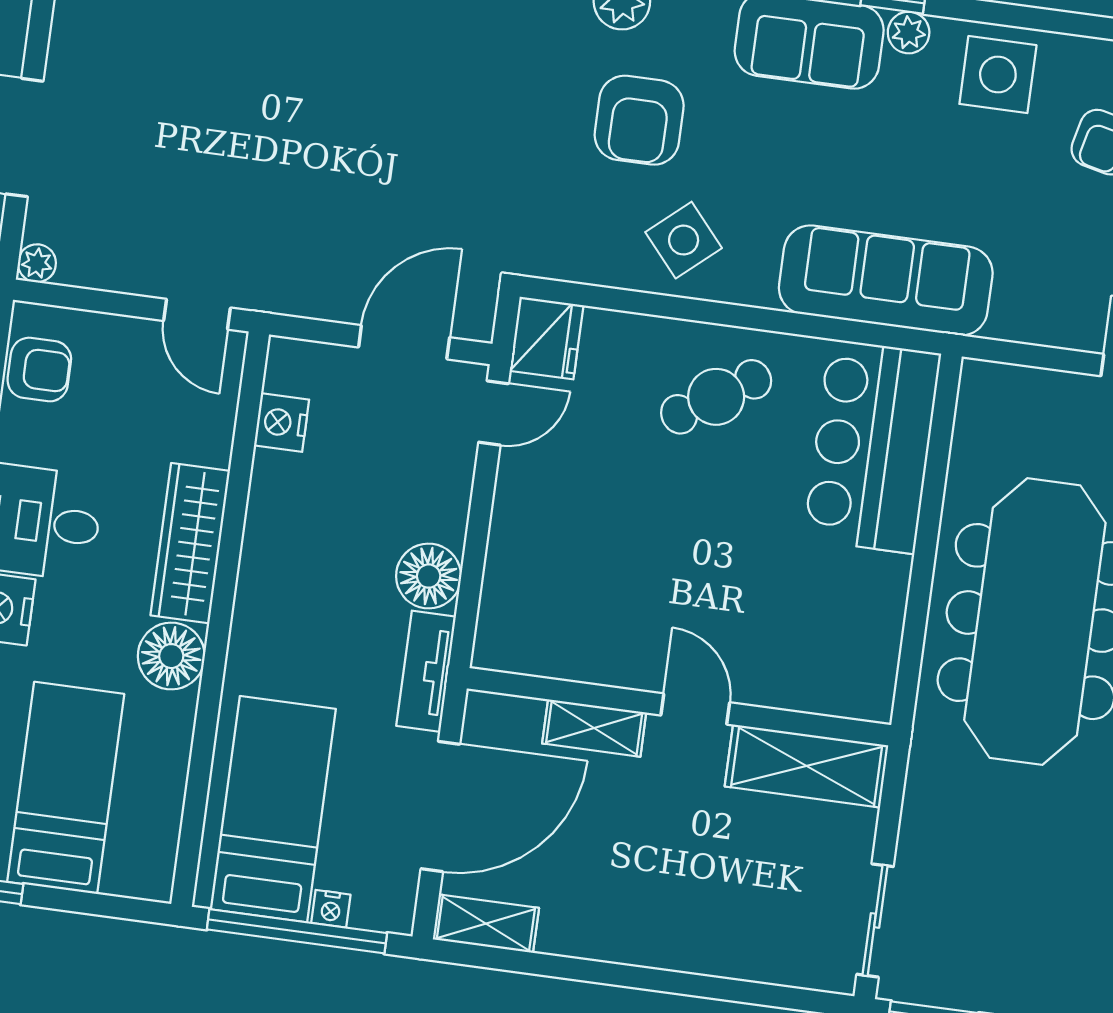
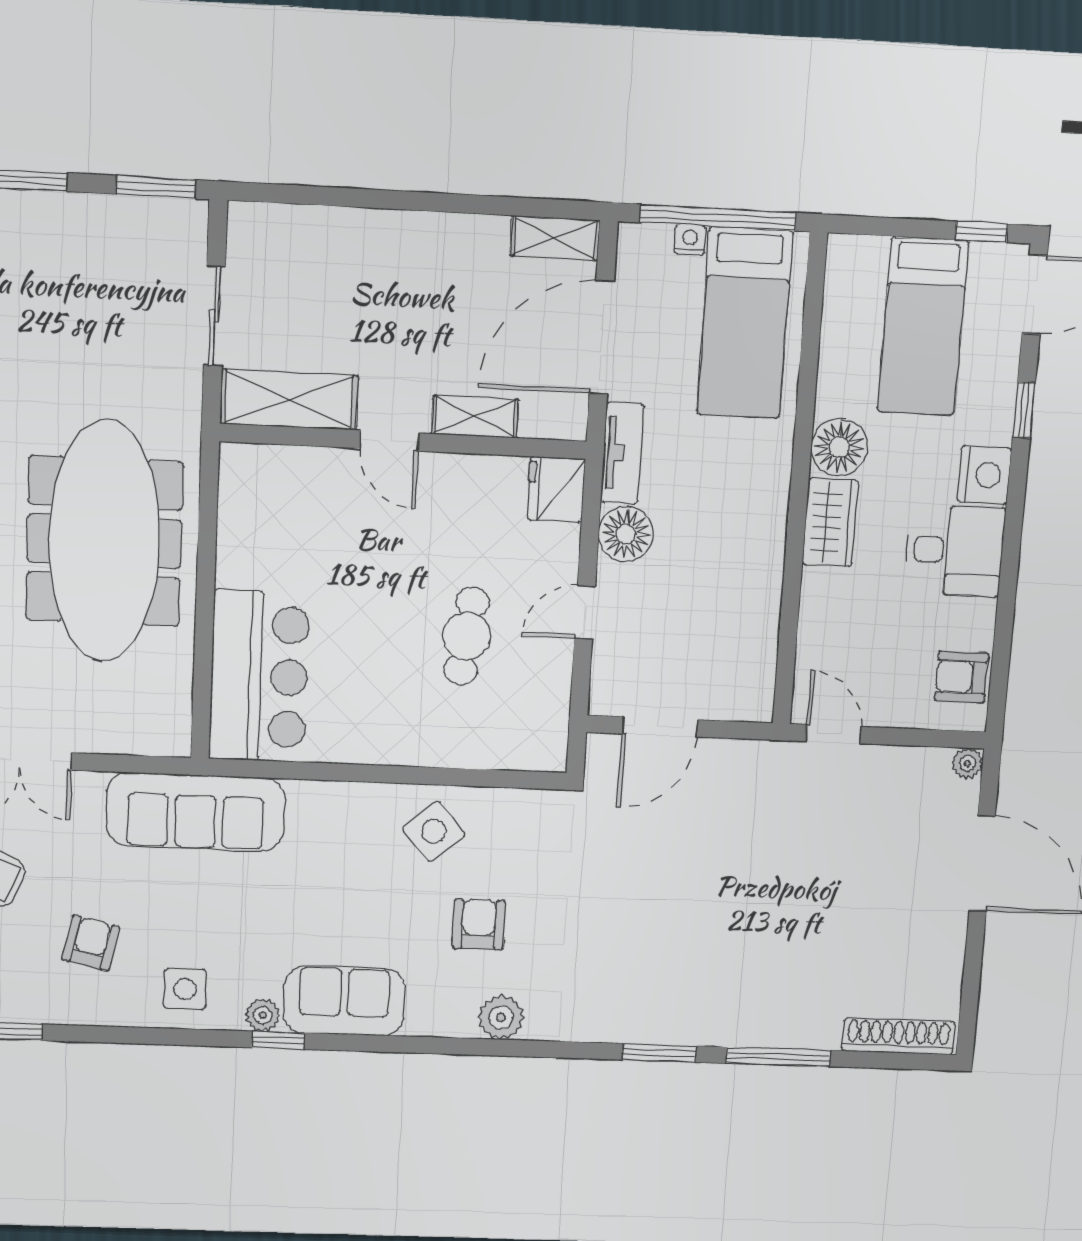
side table: (998, 75) -> (185, 989), width x0.73, depth x0.73
armchair: (639, 120) -> (479, 924), width x0.72, depth x0.72
sofa: (886, 280) -> (196, 812), moved
fridge: (547, 338) -> (556, 490), moved
cafe table: (716, 397) -> (467, 636), moved, turned -50
door: (494, 413) -> (585, 612), moved
nightstand: (282, 422) -> (758, 652), removed
wardrobe: (190, 543) -> (830, 522), width x0.67
sliding door: (875, 920) -> (214, 316), moved

